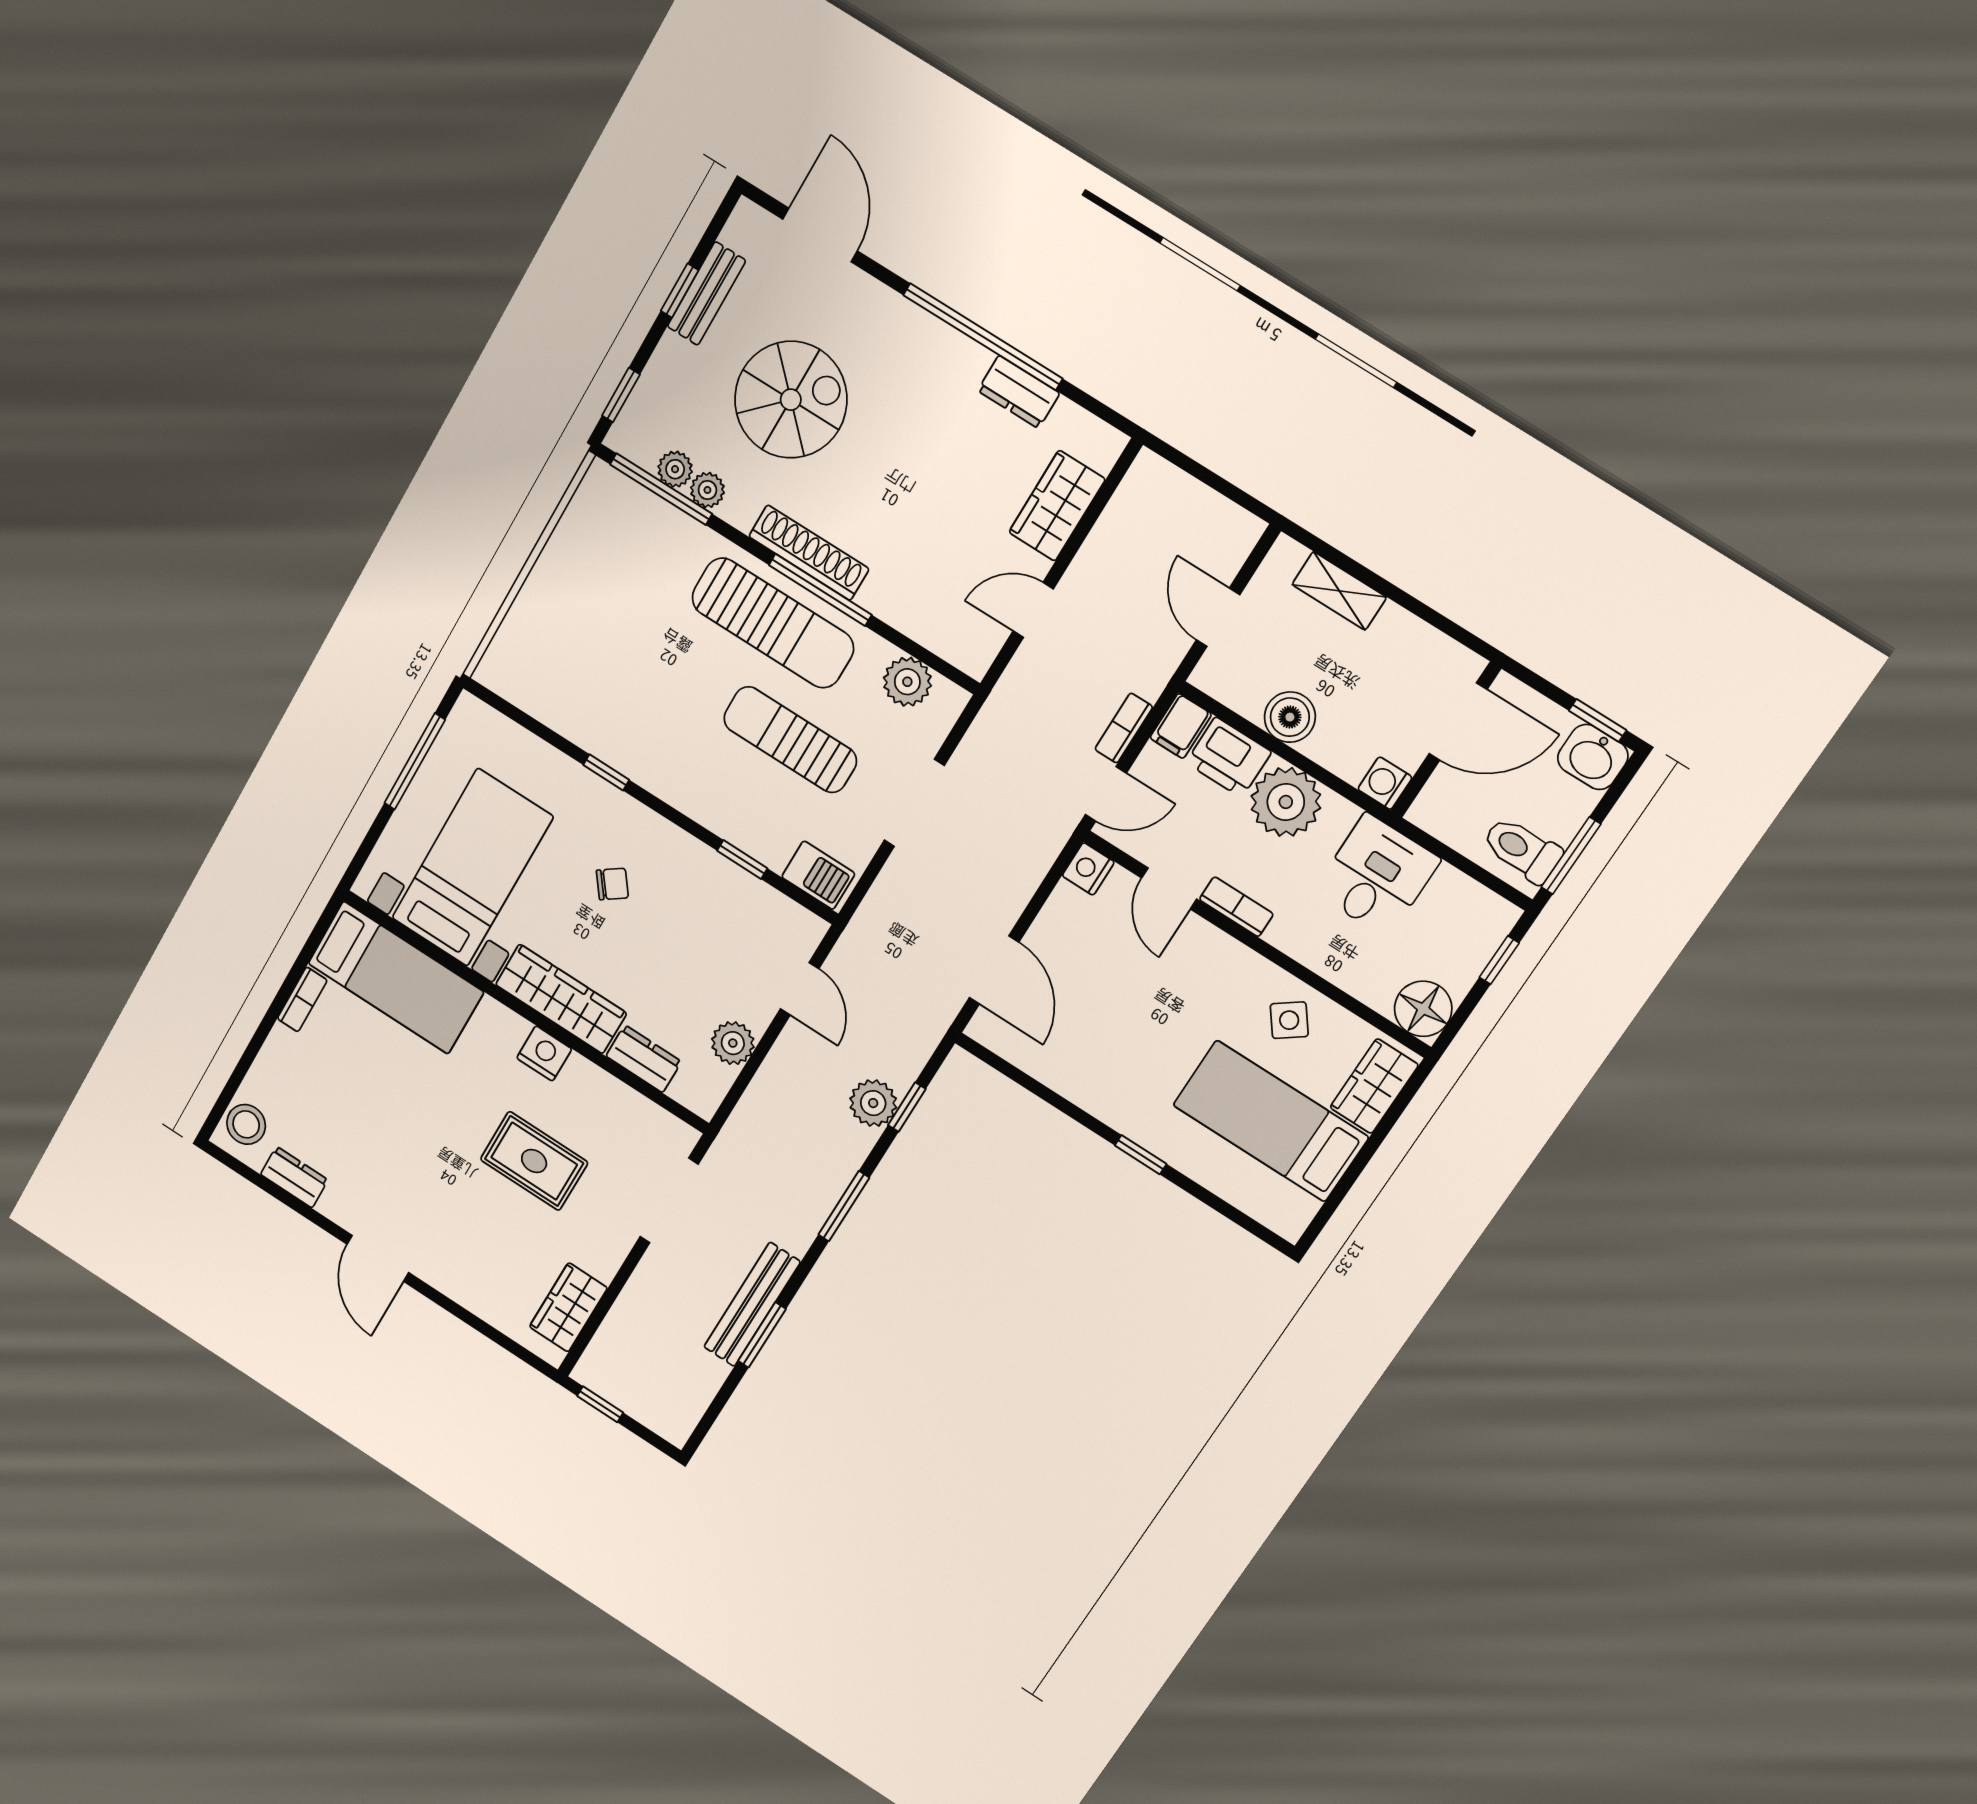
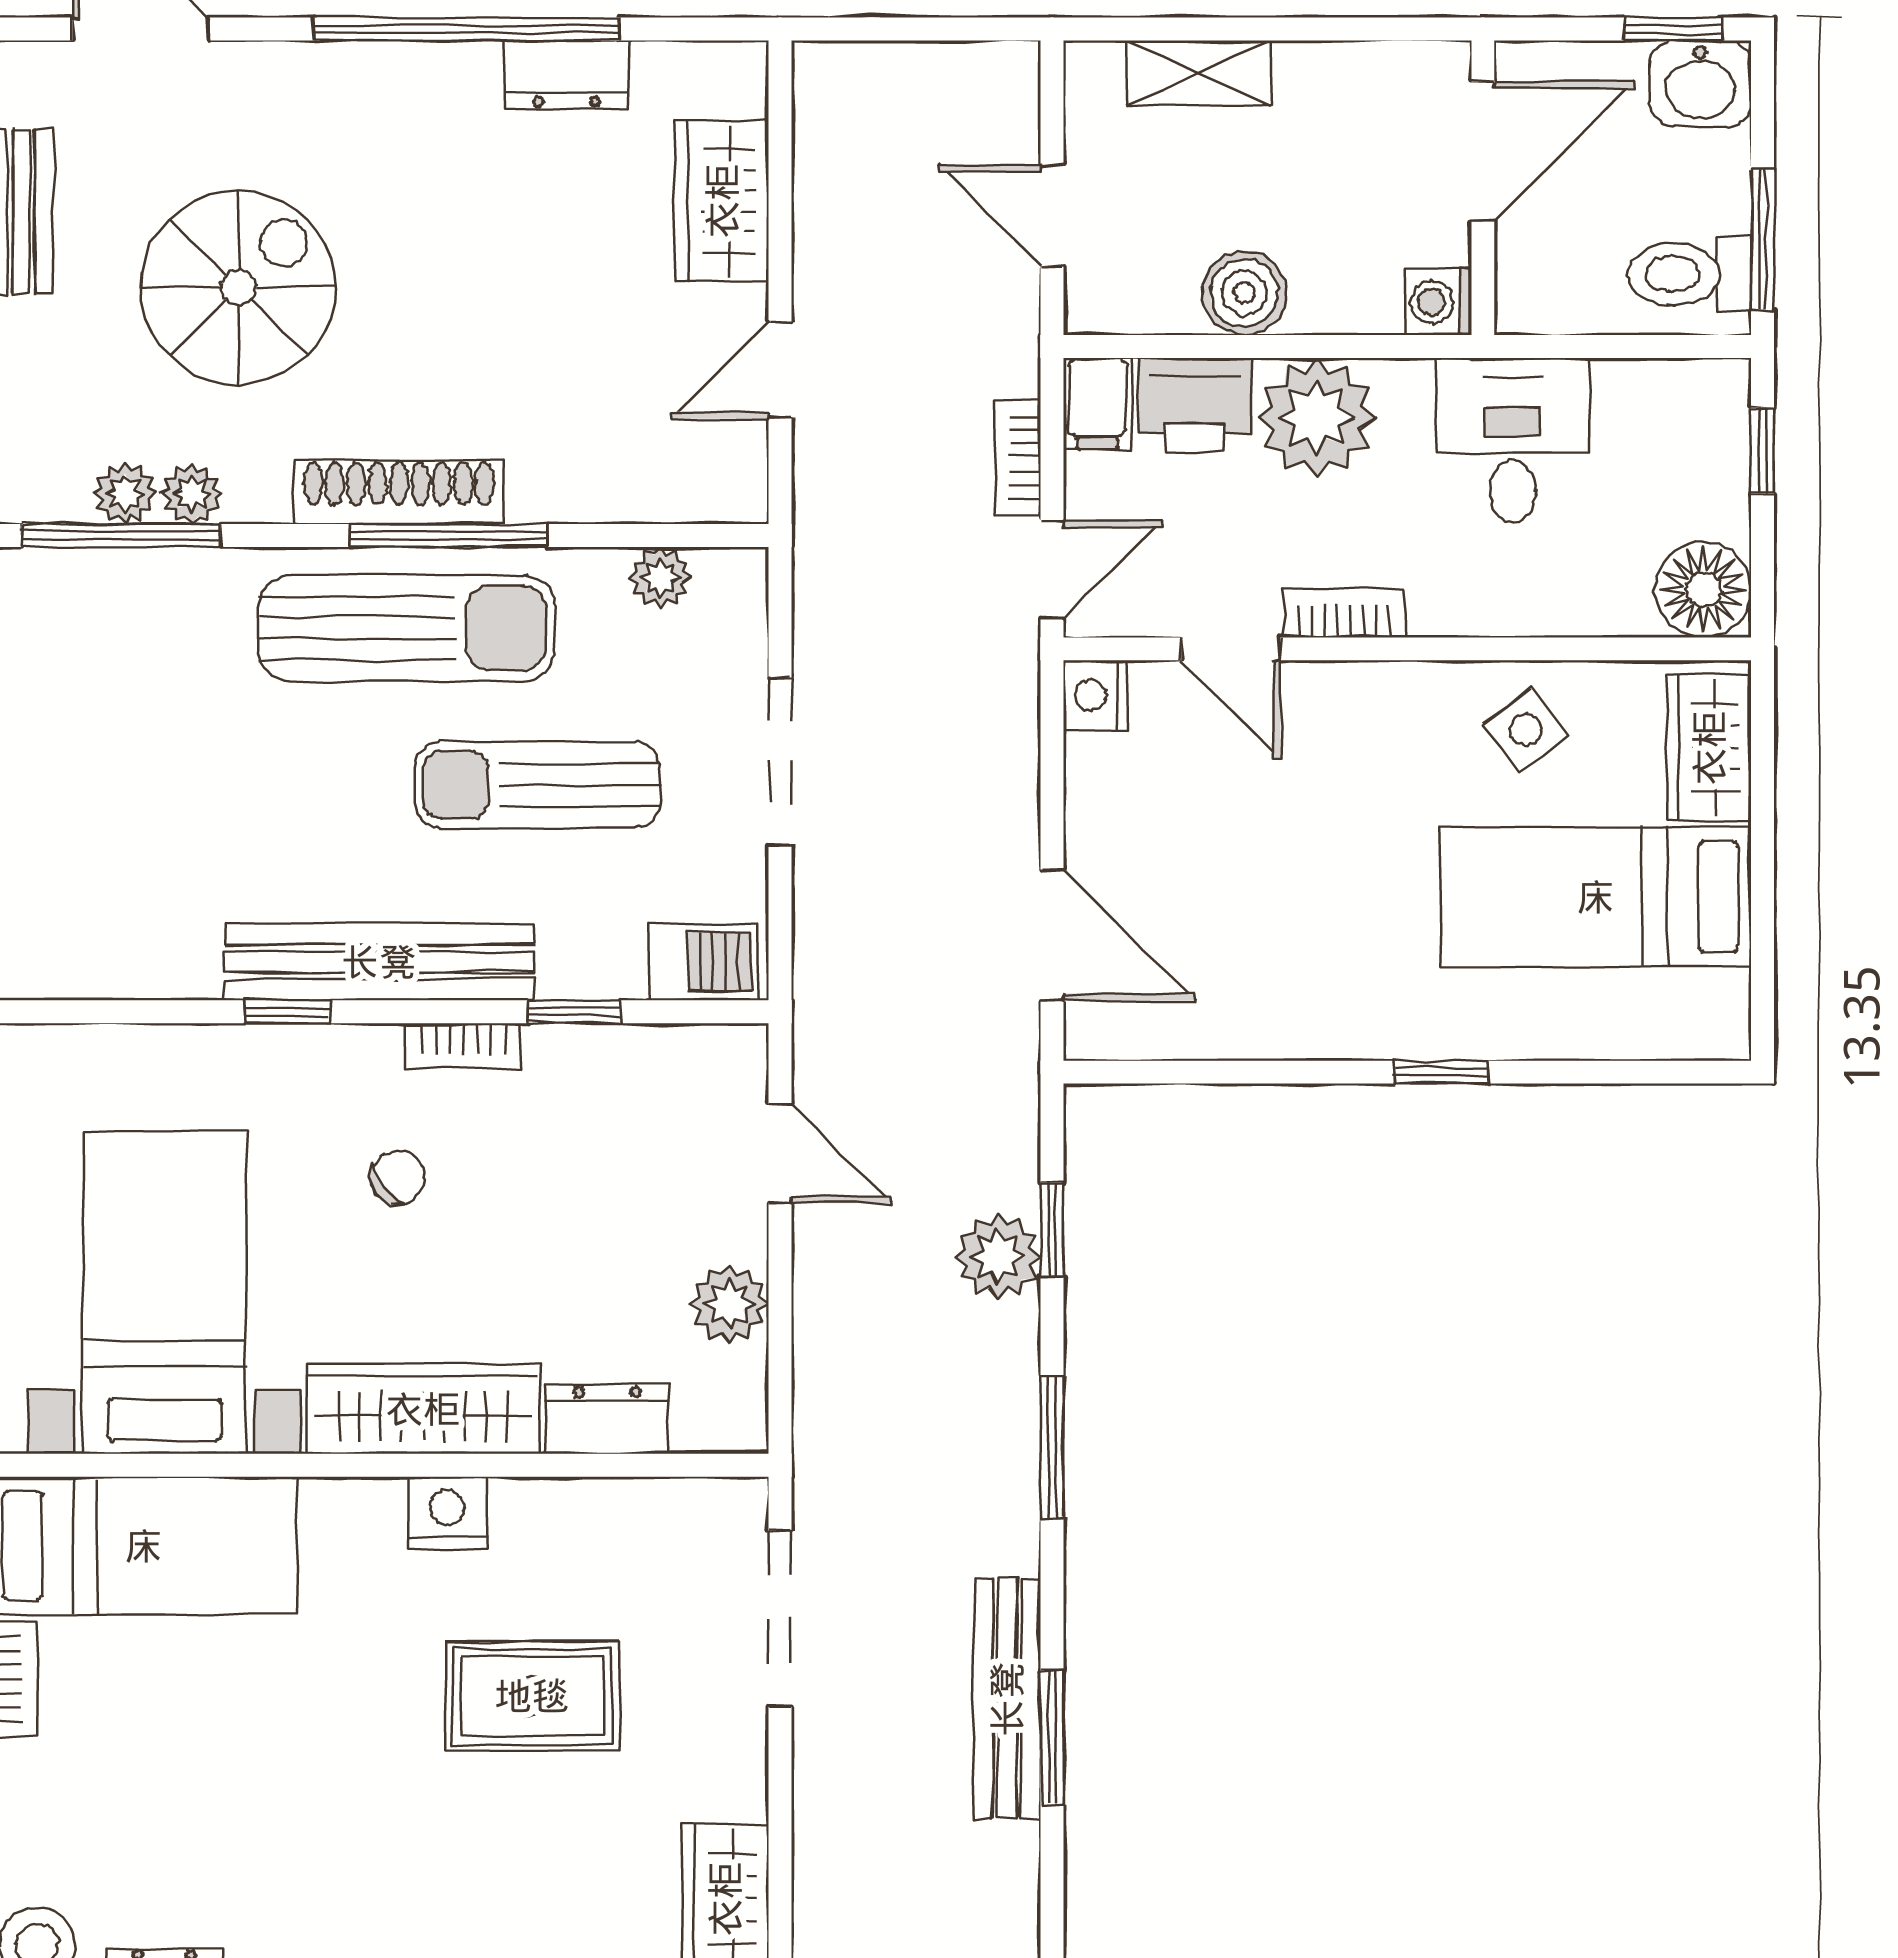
plant: (907, 682) -> (660, 578), width x0.73, depth x0.73
bench: (664, 777) -> (379, 962), added
bookcase: (680, 842) -> (463, 1046), added

